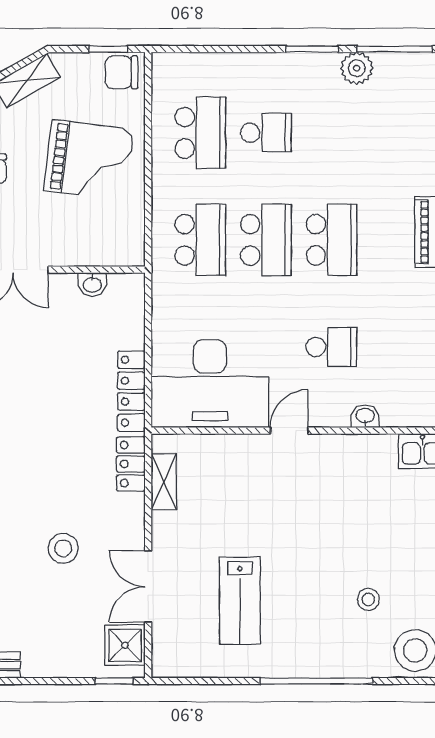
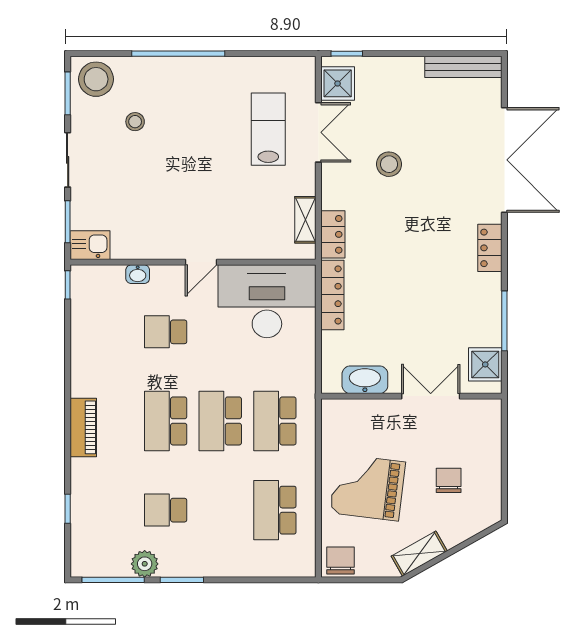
window: (108, 49) -> (352, 580), removed
chair: (121, 72) -> (341, 560), turned -90
school desk: (266, 133) -> (166, 510), moved
washbasin: (92, 284) -> (365, 380), width x1.91, depth x1.45
lab bench: (240, 601) -> (268, 129), moved

